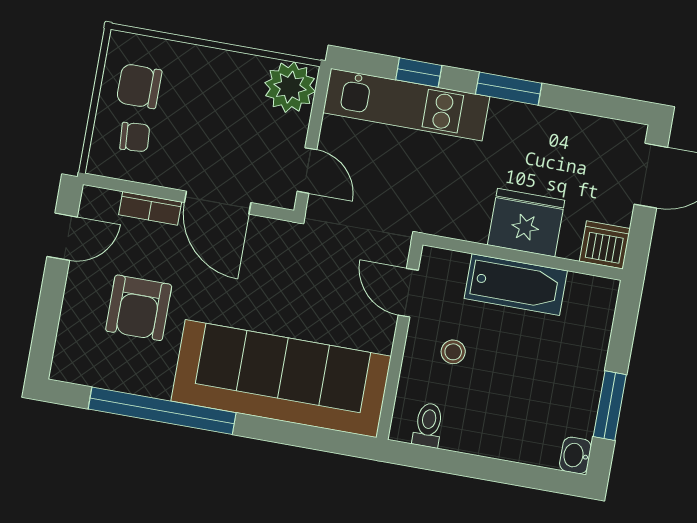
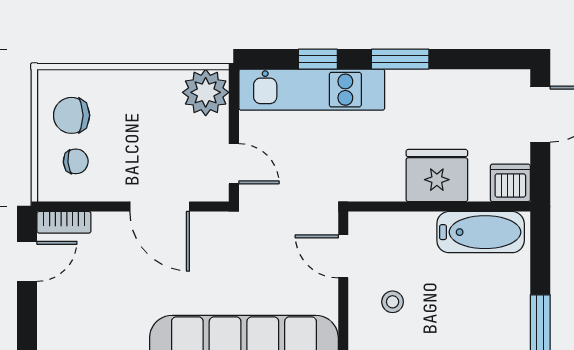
bookcase: (150, 208) -> (64, 222), moved
bathtub: (516, 285) -> (481, 232), moved
armchair: (139, 308) -> (106, 312), removed

